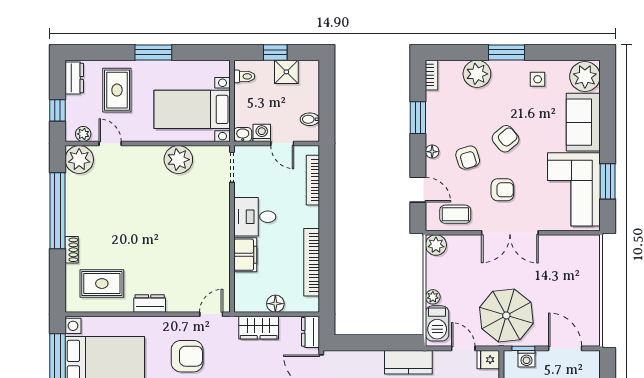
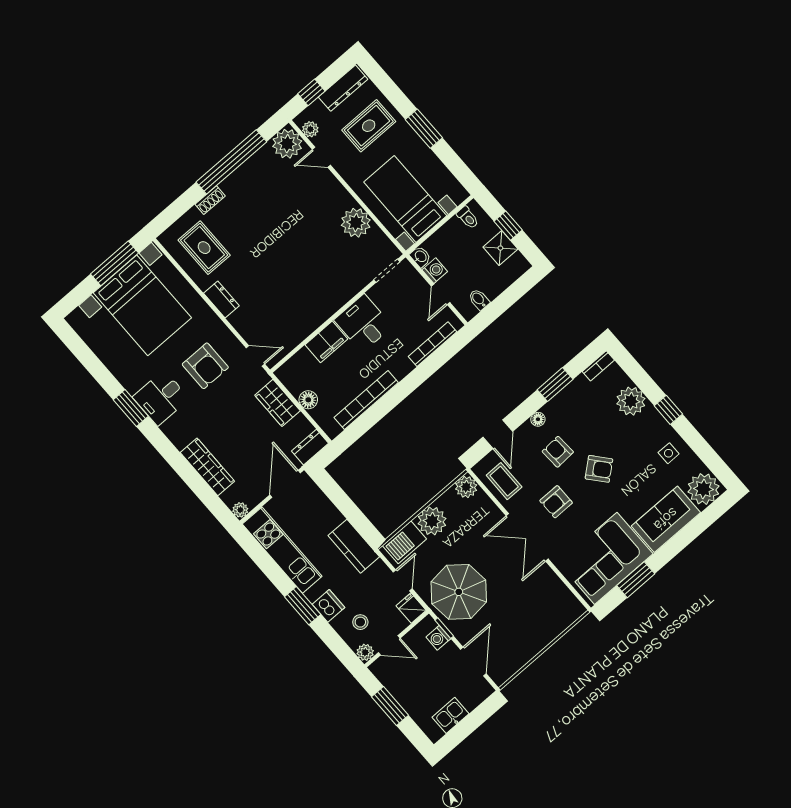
window: (506, 52) -> (668, 410), width x0.67
dresser: (74, 78) -> (343, 88), width x1.44
door: (110, 143) -> (321, 157), swing flipped
armchair: (468, 158) -> (558, 452), turned 104
armchair: (502, 190) -> (556, 502), turned 90
plant: (433, 297) -> (432, 521), width x1.88, depth x1.88

